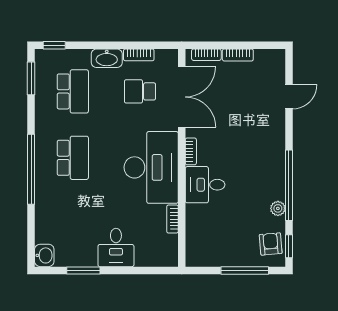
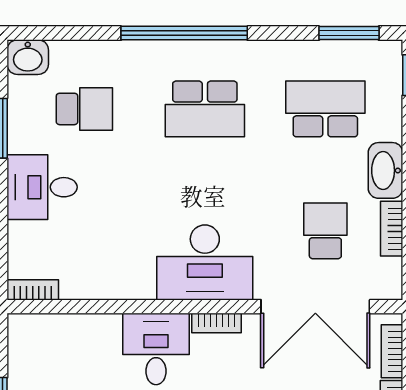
school desk: (73, 91) -> (325, 109), turned 180
desk: (151, 167) -> (205, 262), width x0.73, depth x0.77
bookcase: (172, 219) -> (33, 290), moved
school desk: (73, 224) -> (84, 109), added

